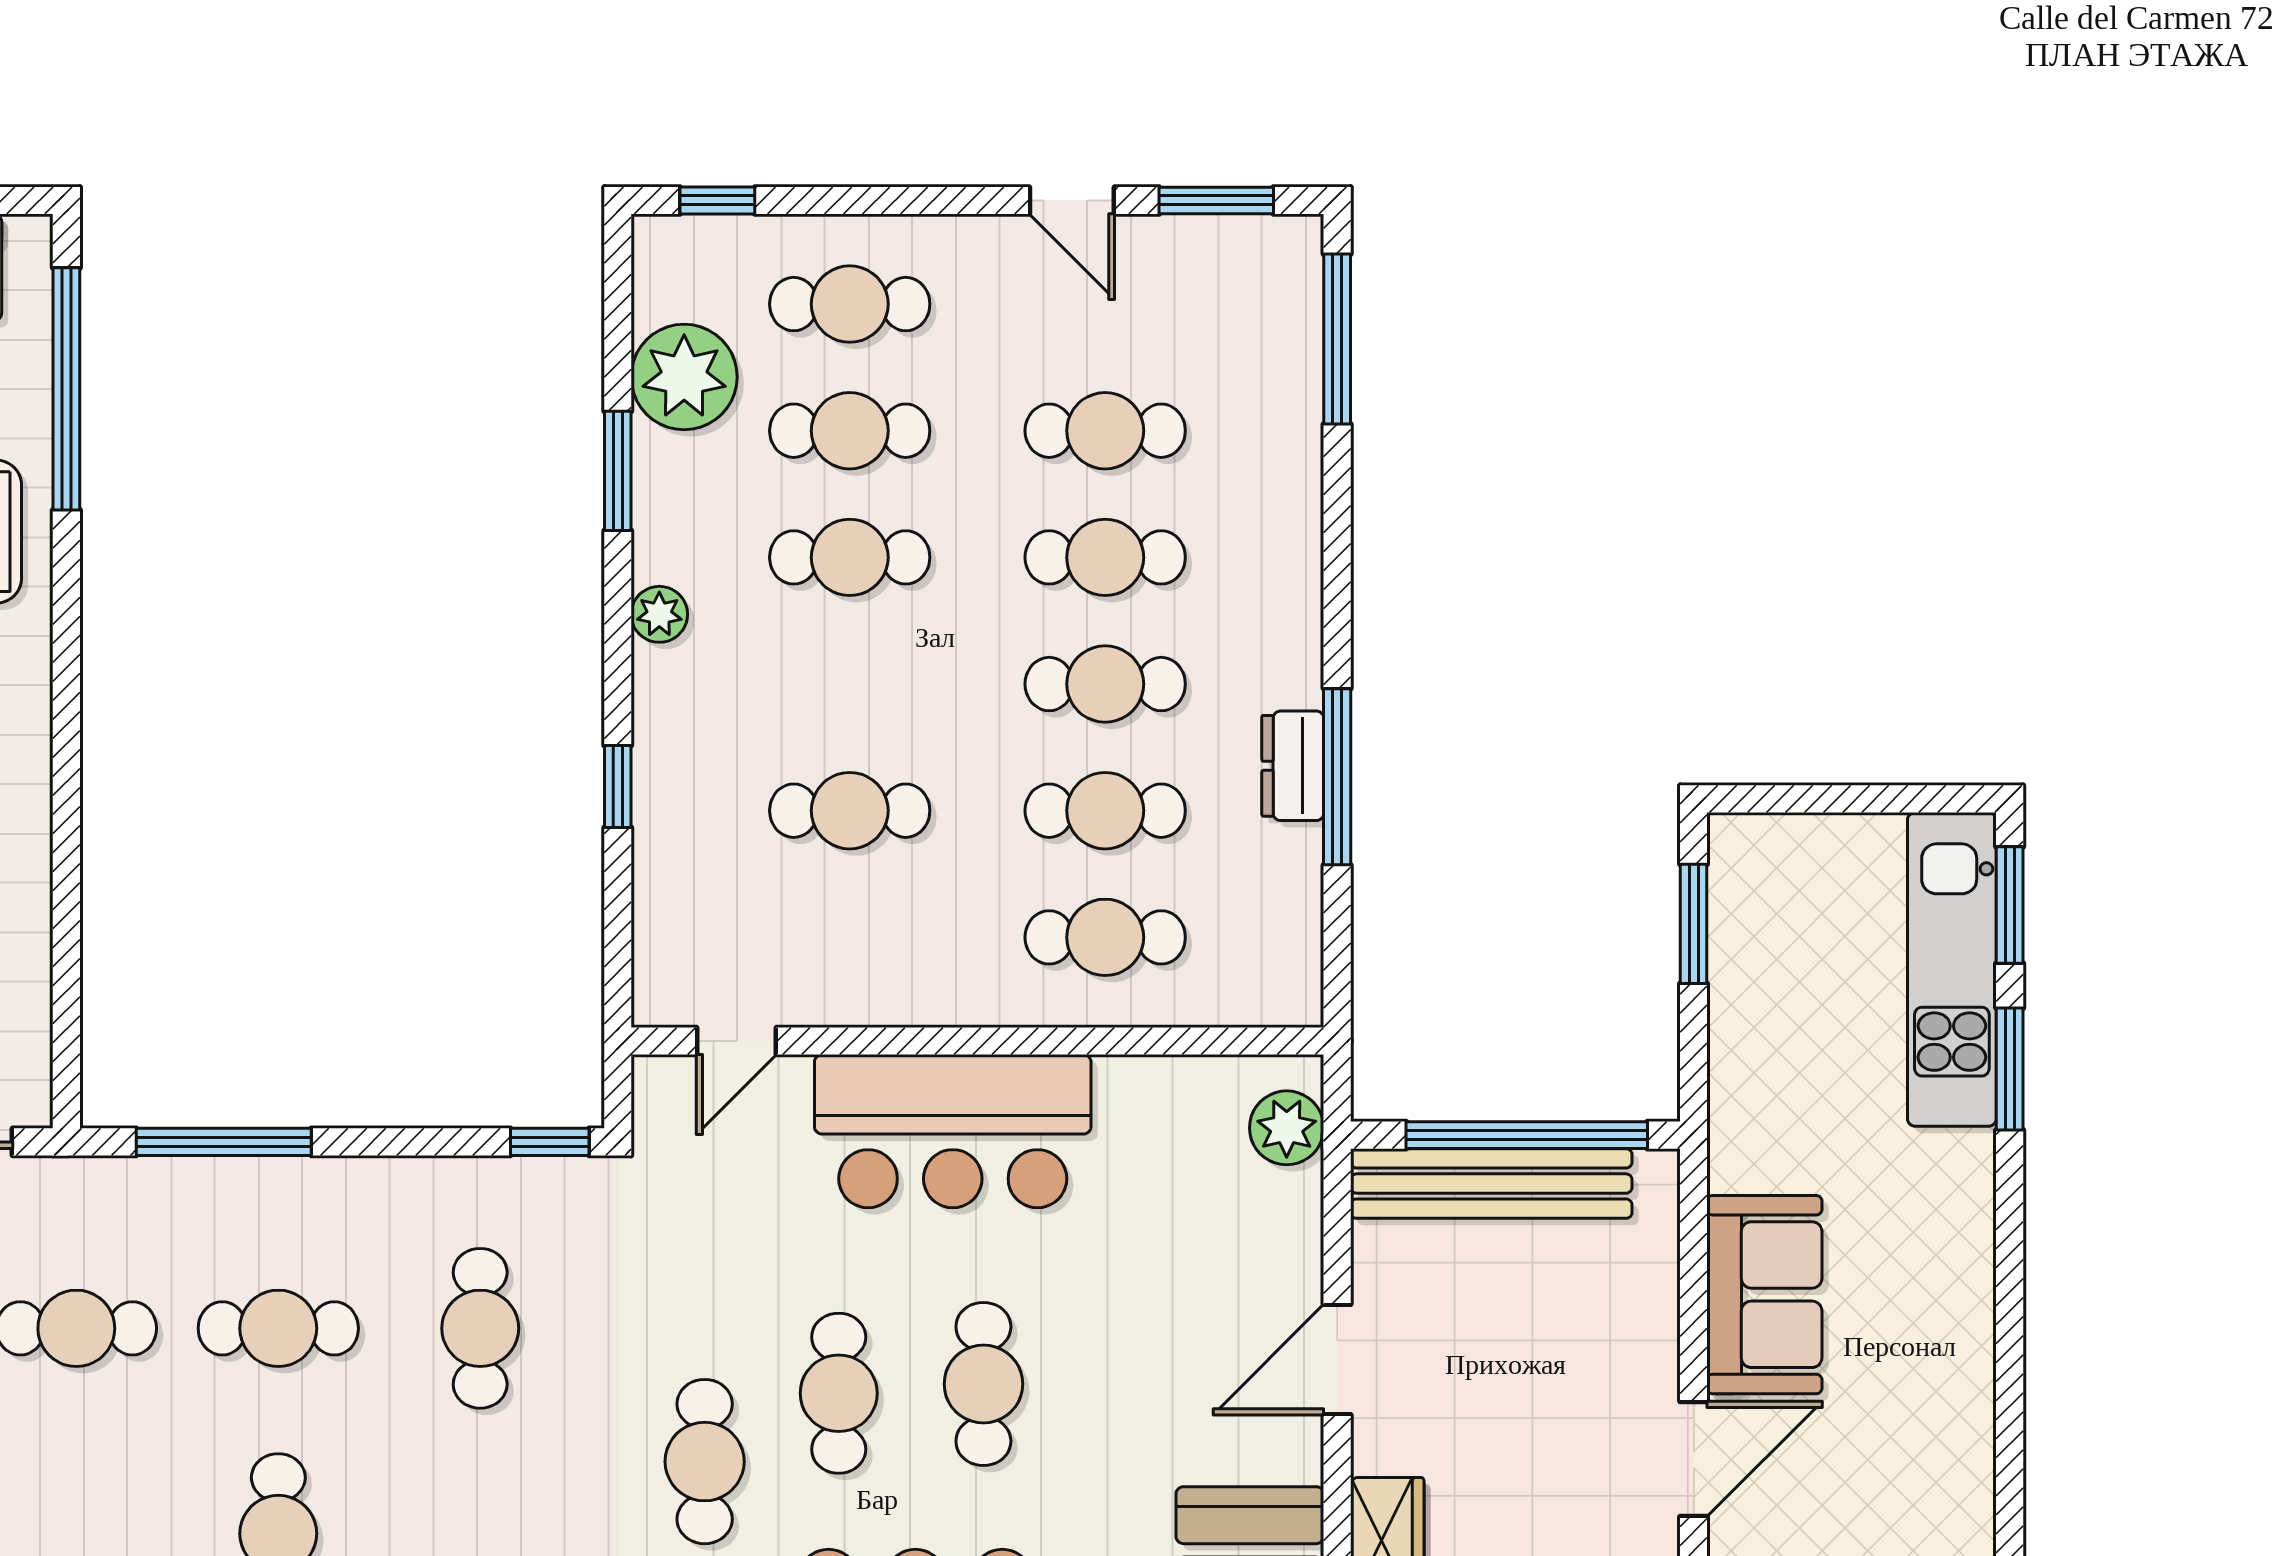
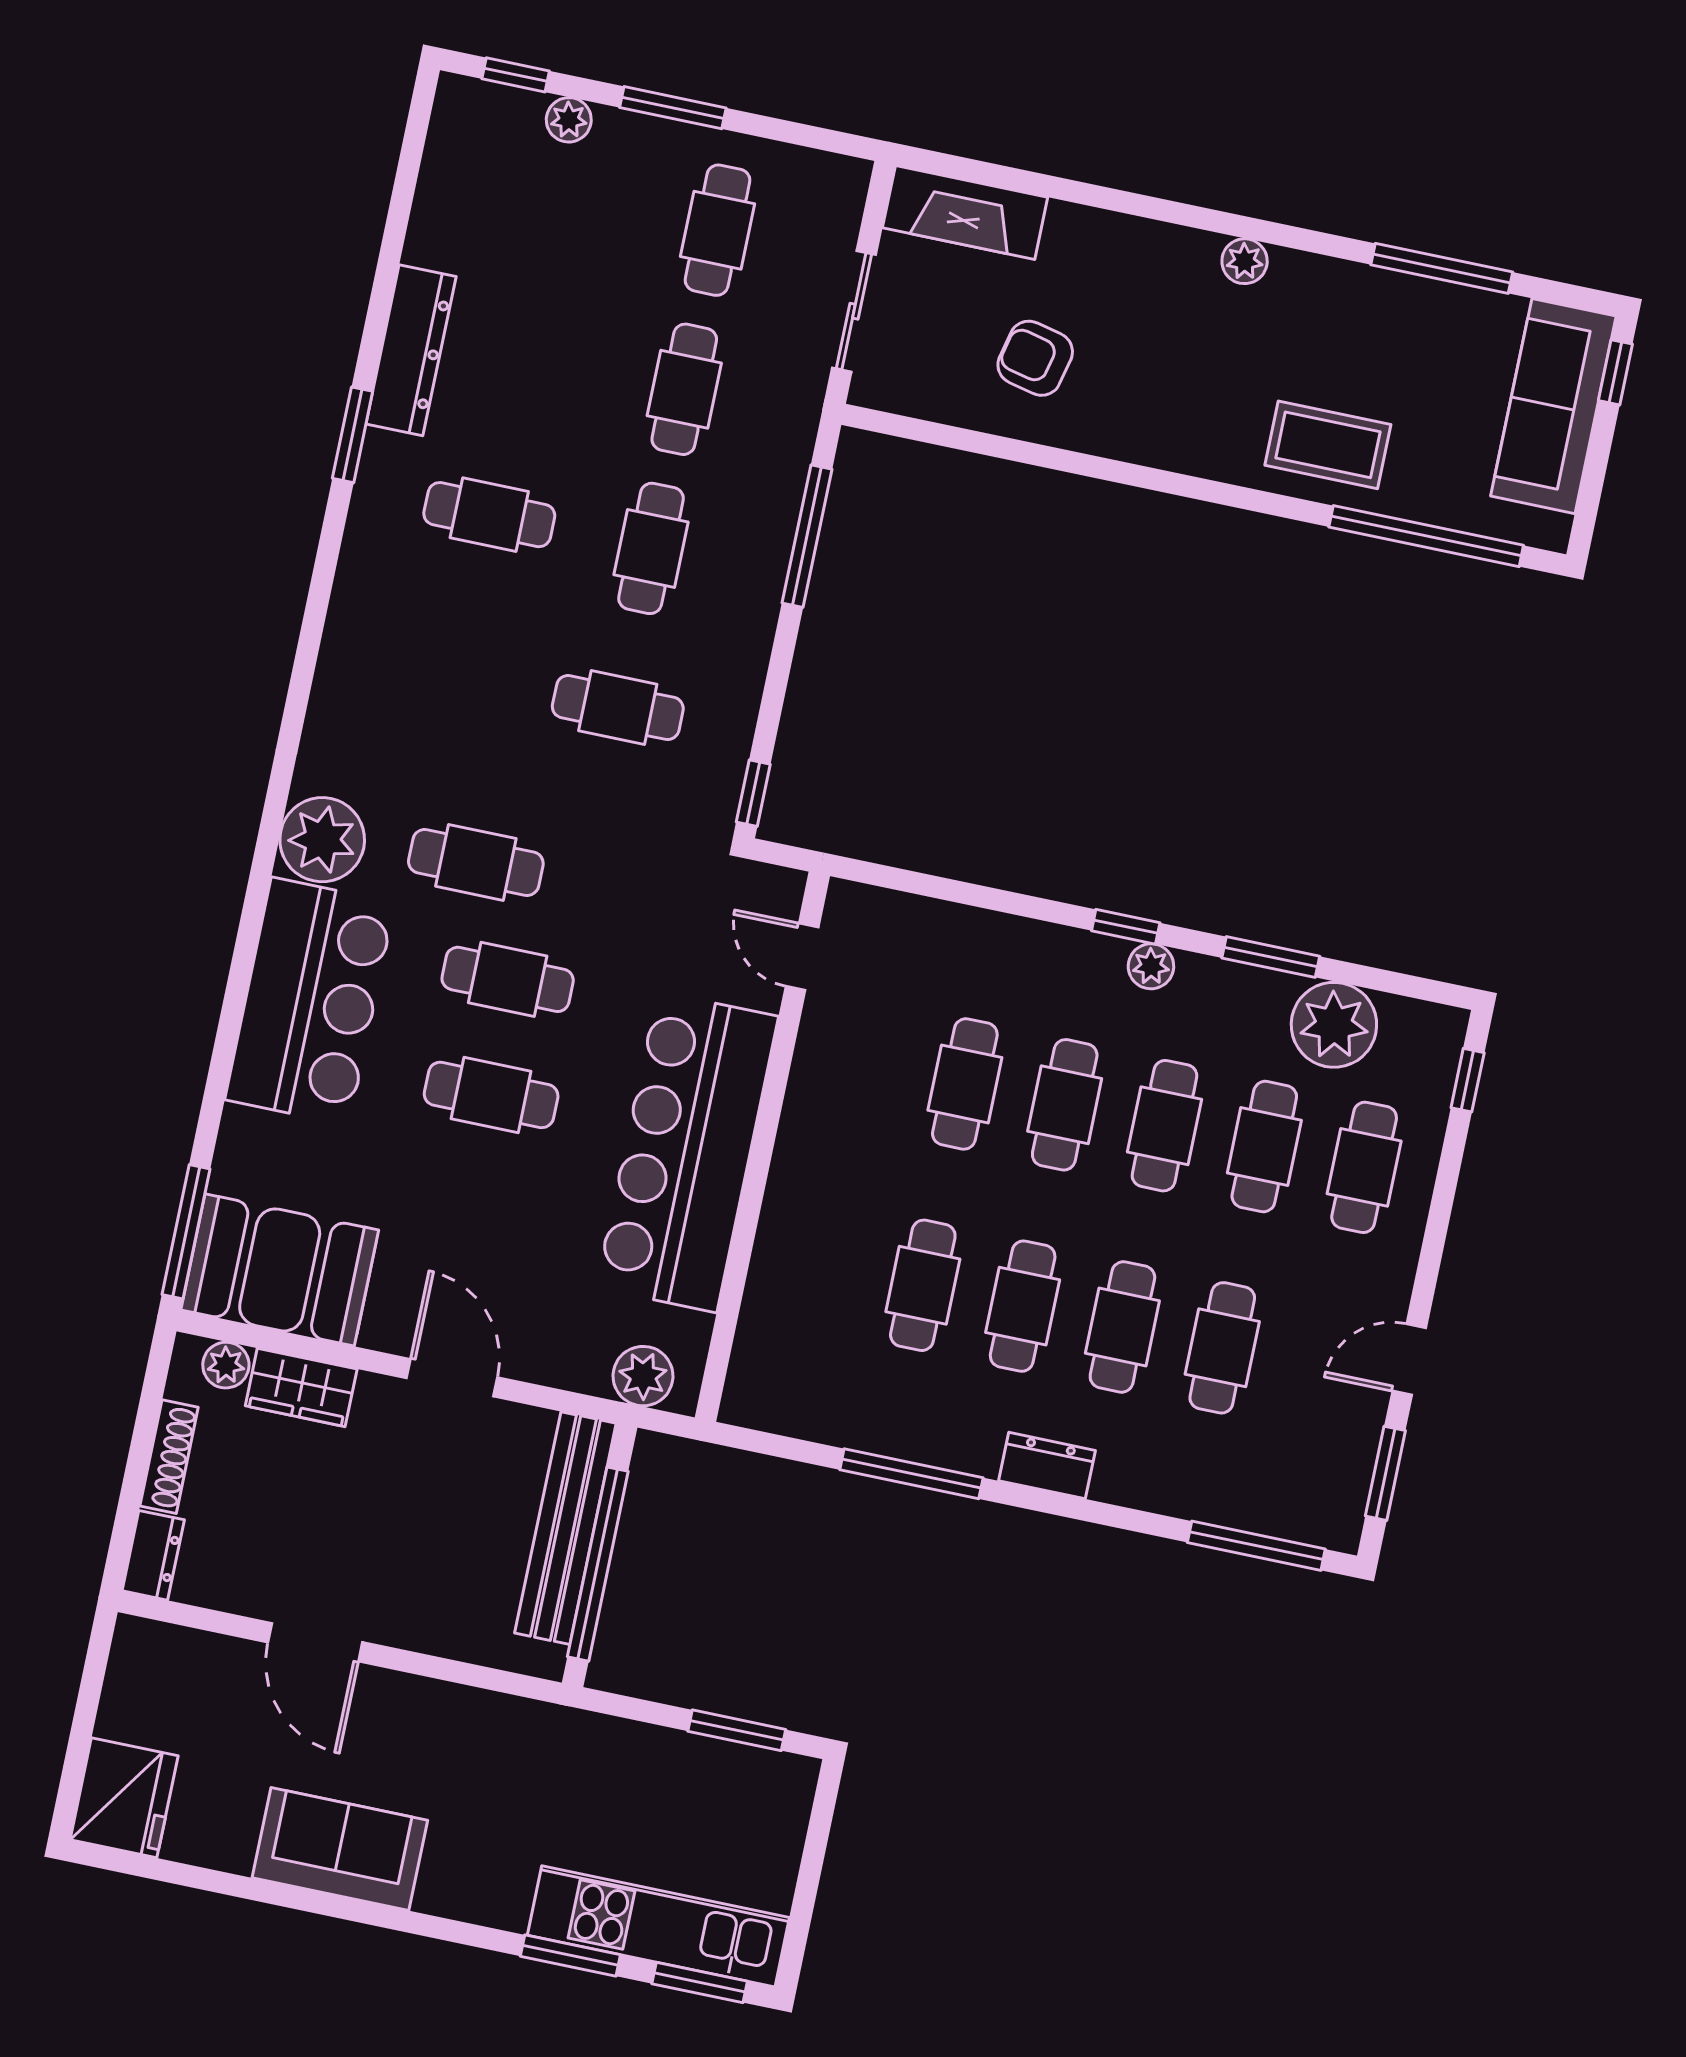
dresser: (1293, 766) -> (1047, 1466), moved
window: (618, 786) -> (1126, 927), moved
cafe table: (1105, 937) -> (1065, 1105), moved
bar counter: (953, 1131) -> (687, 1152), width x1.36
sofa: (1764, 1295) -> (340, 1849), moved, turned 180

